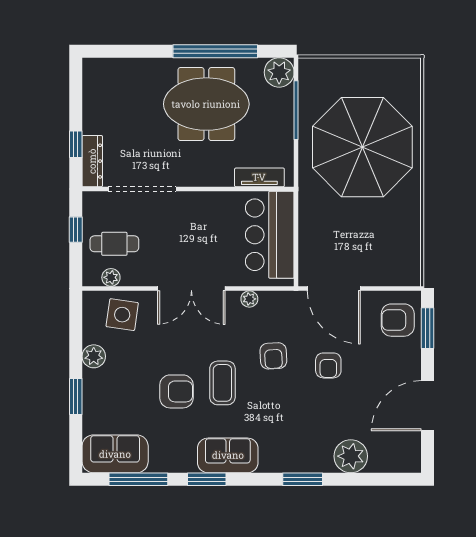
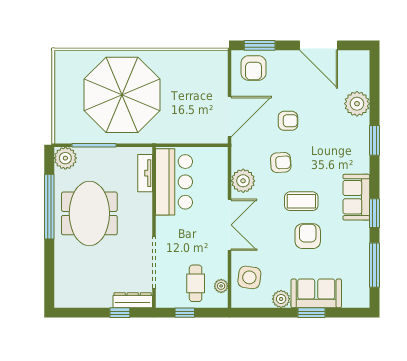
bar counter: (270, 235) -> (174, 182), moved, turned -90
plant: (249, 299) -> (243, 181), width x1.88, depth x1.88
sofa: (115, 454) -> (316, 293), moved, turned 90

